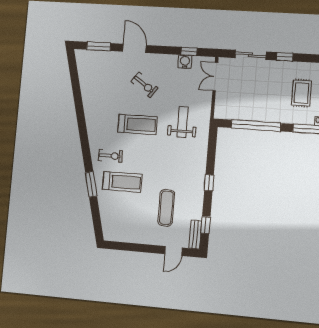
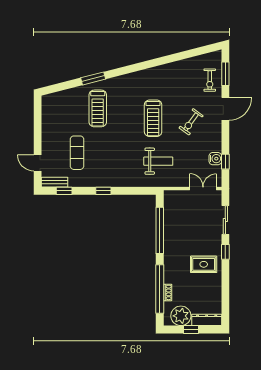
rug: (301, 93) -> (204, 264), moved
exercise bike: (111, 156) -> (210, 80), moved
exercise mat: (166, 208) -> (77, 153), turned 90

